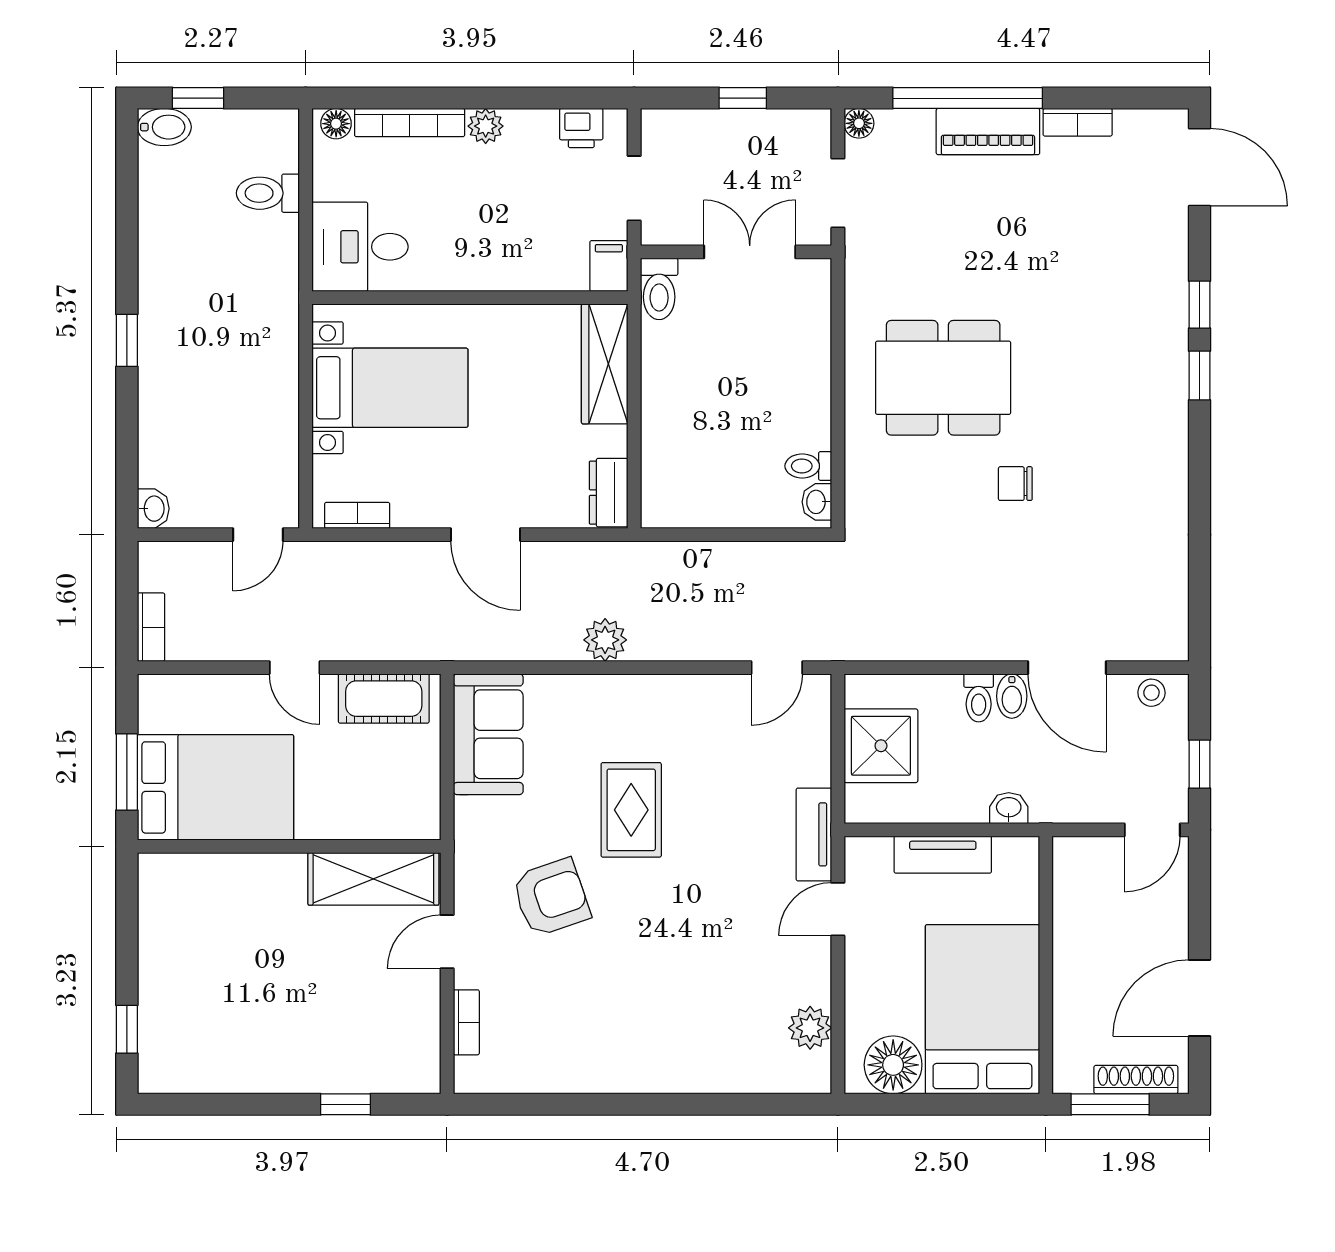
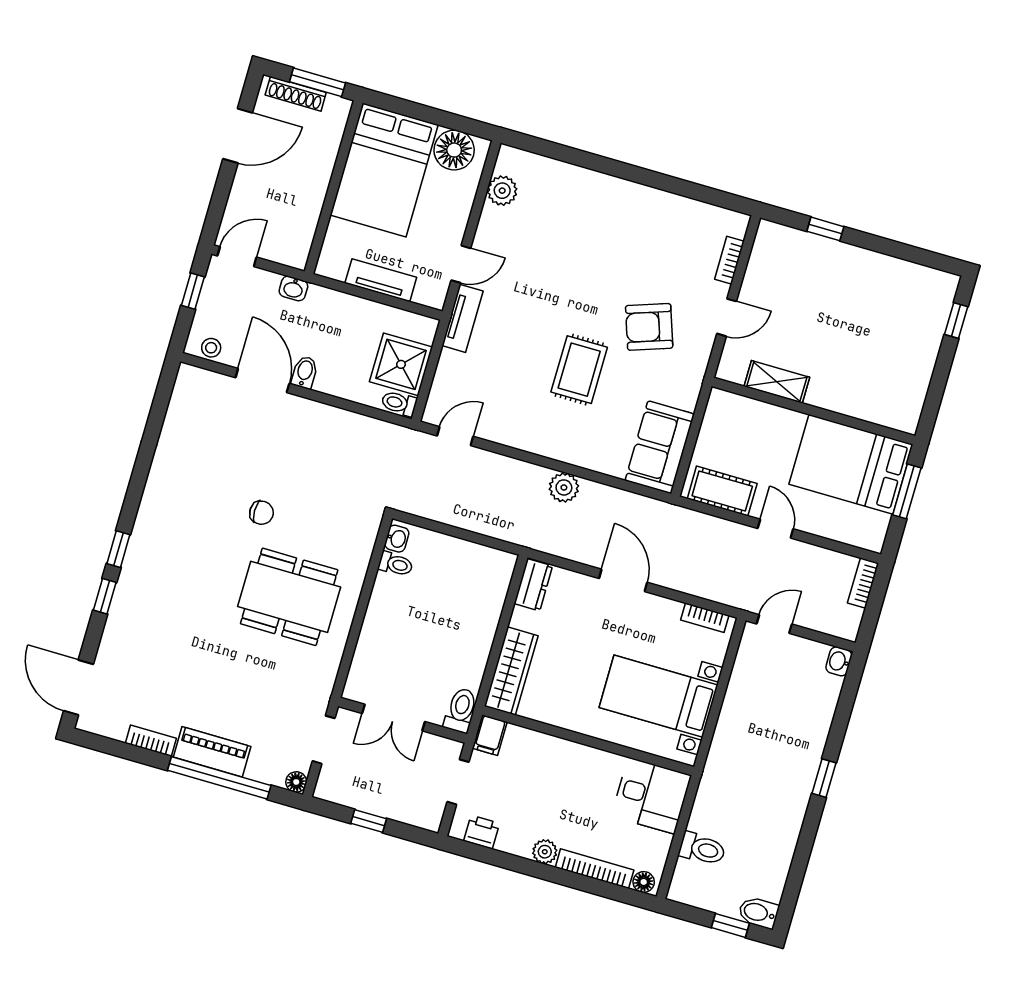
toilet: (979, 698) -> (399, 403), moved, turned -90
washbasin: (1009, 808) -> (293, 288), moved
shelving: (373, 879) -> (777, 382), width x0.67, depth x0.75

